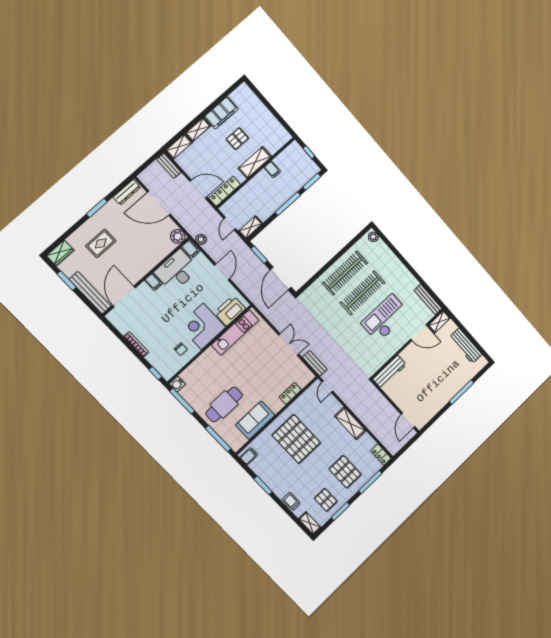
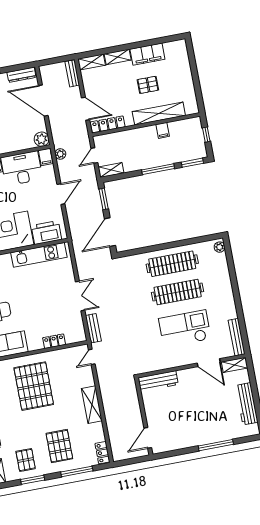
shelving: (255, 162) -> (159, 113), width x1.47

